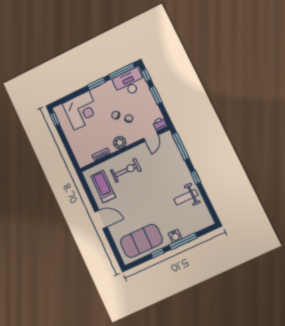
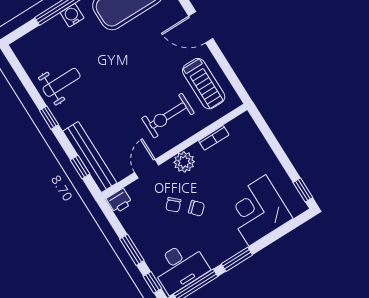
door: (151, 137) -> (147, 169), moved
window: (181, 146) -> (80, 167), width x0.46
bench: (174, 151) -> (90, 157), added

